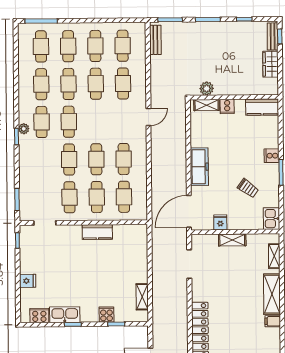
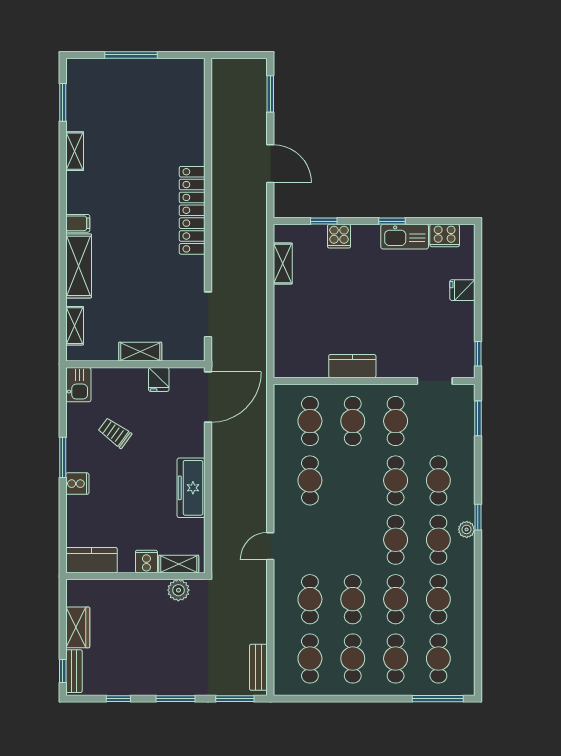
cafe table: (96, 159) -> (438, 480), moved
freezer: (199, 167) -> (191, 488), moved

